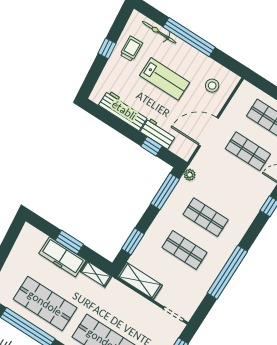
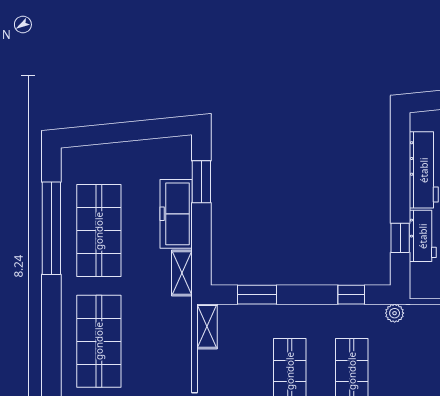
window: (165, 191) -> (351, 295), width x0.46
window: (69, 242) -> (201, 182), moved
shelving: (140, 281) -> (207, 326), width x0.67, depth x0.75

